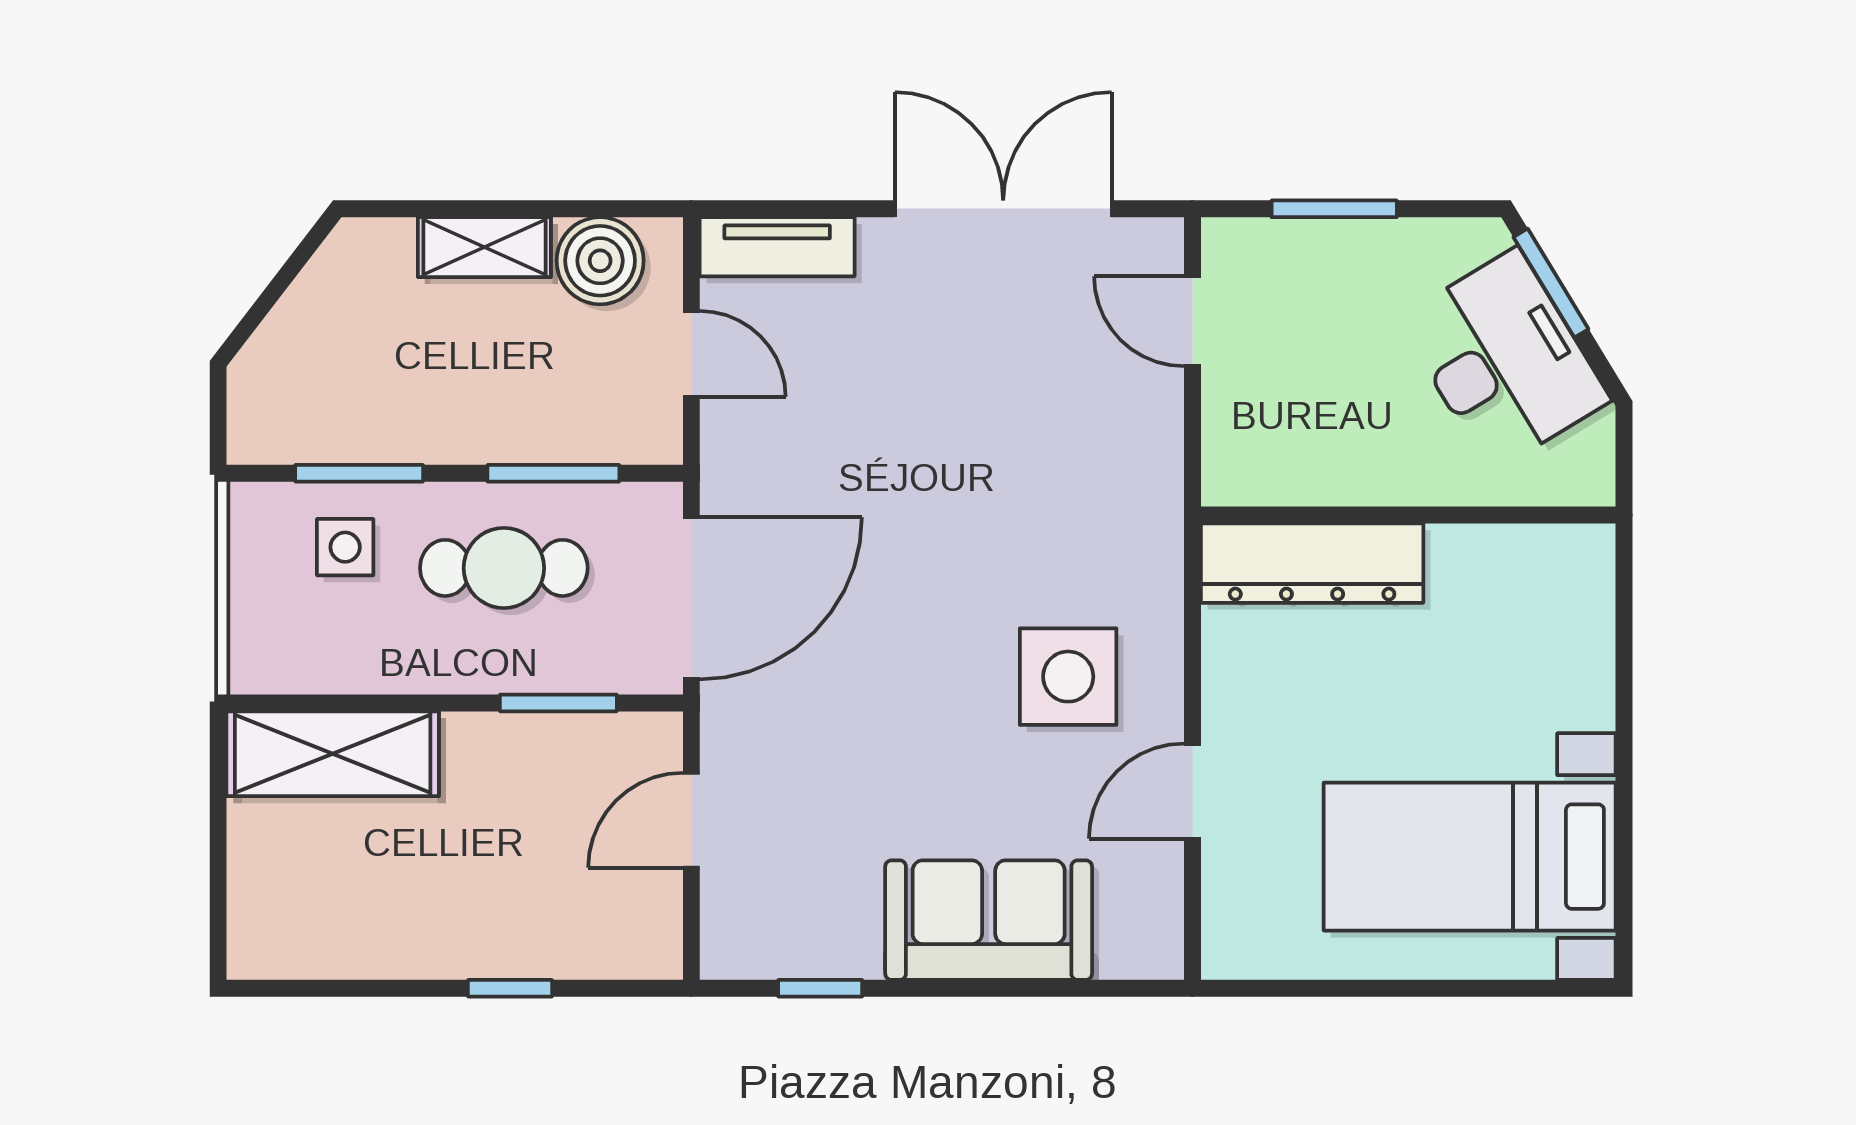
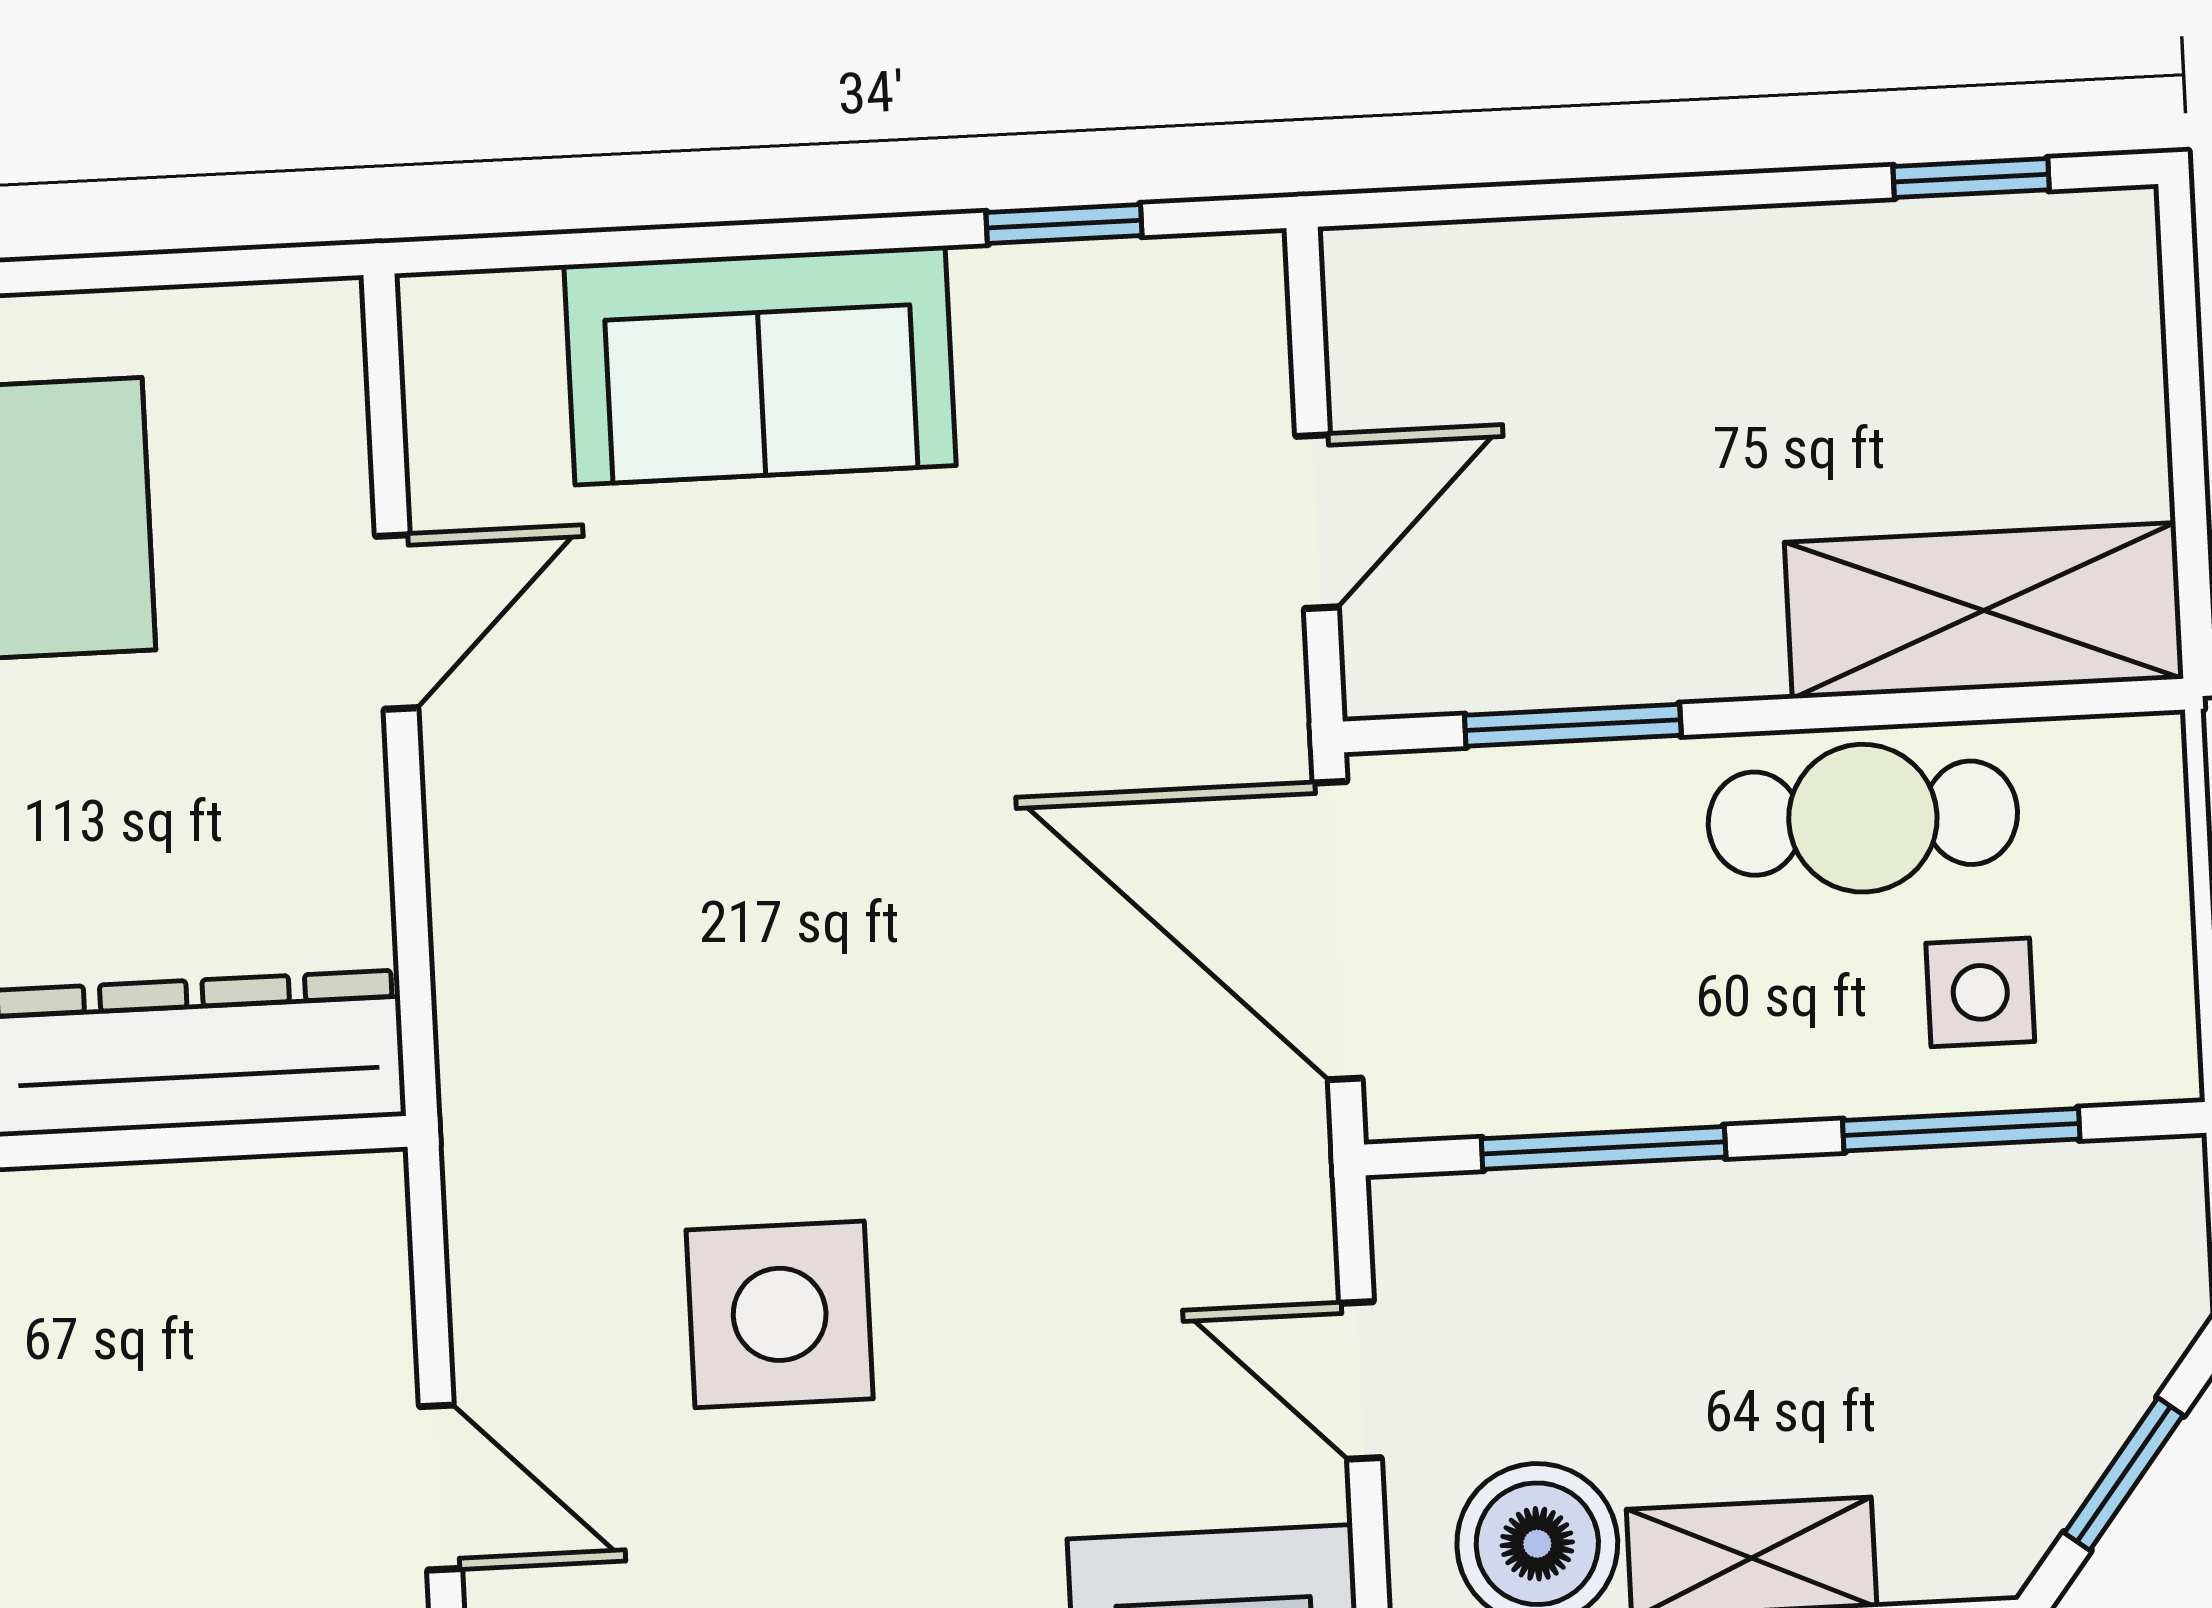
window: (281, 282) -> (2124, 1474), added
cafe table: (504, 568) -> (1863, 818), moved
door: (691, 598) -> (1338, 931), hinge flipped
side table: (1068, 677) -> (780, 1314), moved
window: (510, 988) -> (1971, 178), moved

